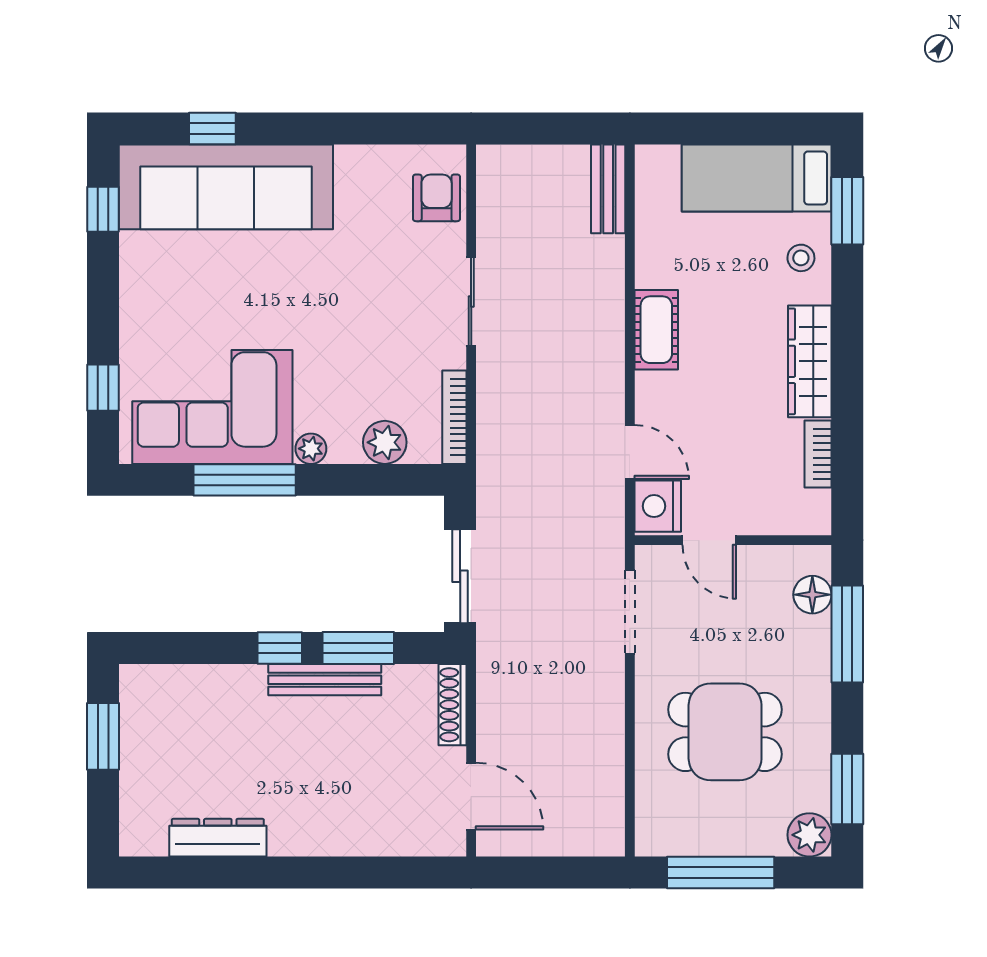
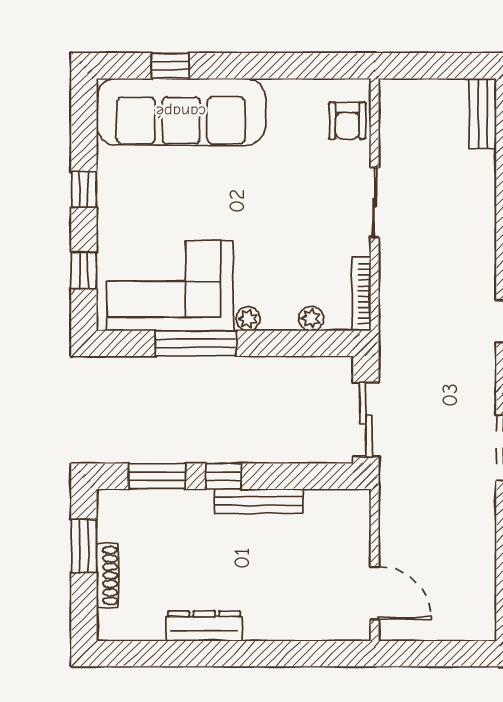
armchair: (437, 198) -> (347, 121), turned 180
window: (103, 209) -> (84, 189), moved
plant: (385, 442) -> (311, 318), width x0.73, depth x0.73
window: (358, 648) -> (157, 476), moved
shoe rack: (453, 705) -> (107, 575), moved, turned 180
dresser: (218, 838) -> (204, 626), moved

